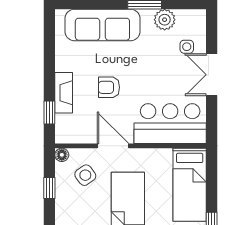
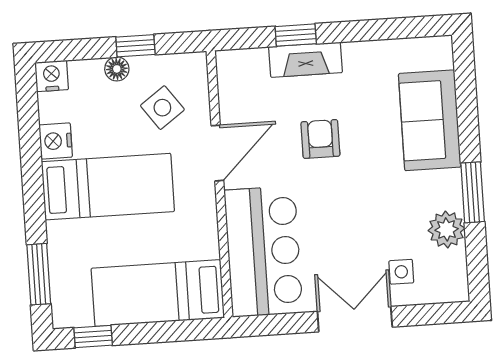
sofa: (102, 25) -> (430, 120), width x0.73
window: (49, 112) -> (296, 35), moved
floor lamp: (62, 155) -> (117, 69), moved

